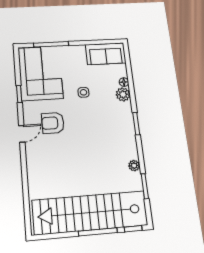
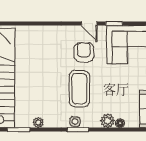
side table: (83, 92) -> (75, 121), moved
coffee table: (93, 125) -> (79, 89), added
door: (22, 134) -> (89, 23), moved

